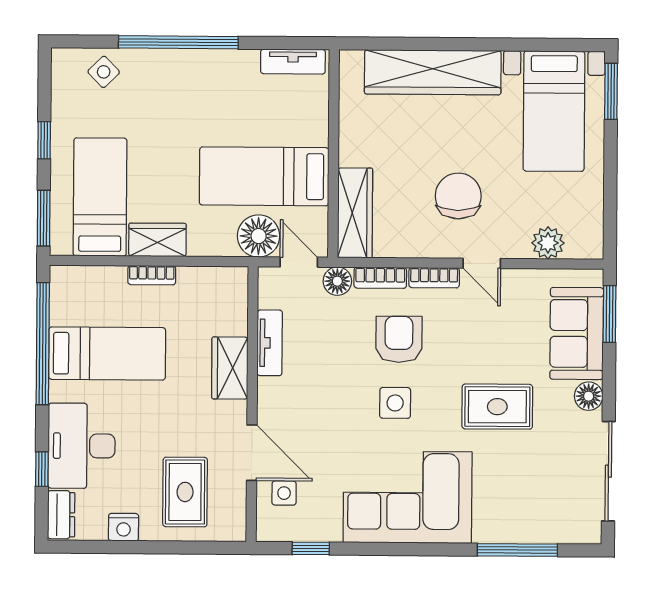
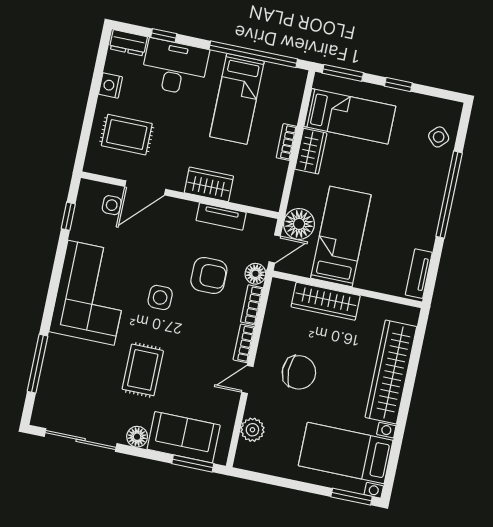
wardrobe: (355, 213) -> (326, 301), moved
armchair: (399, 339) -> (209, 276), moved

